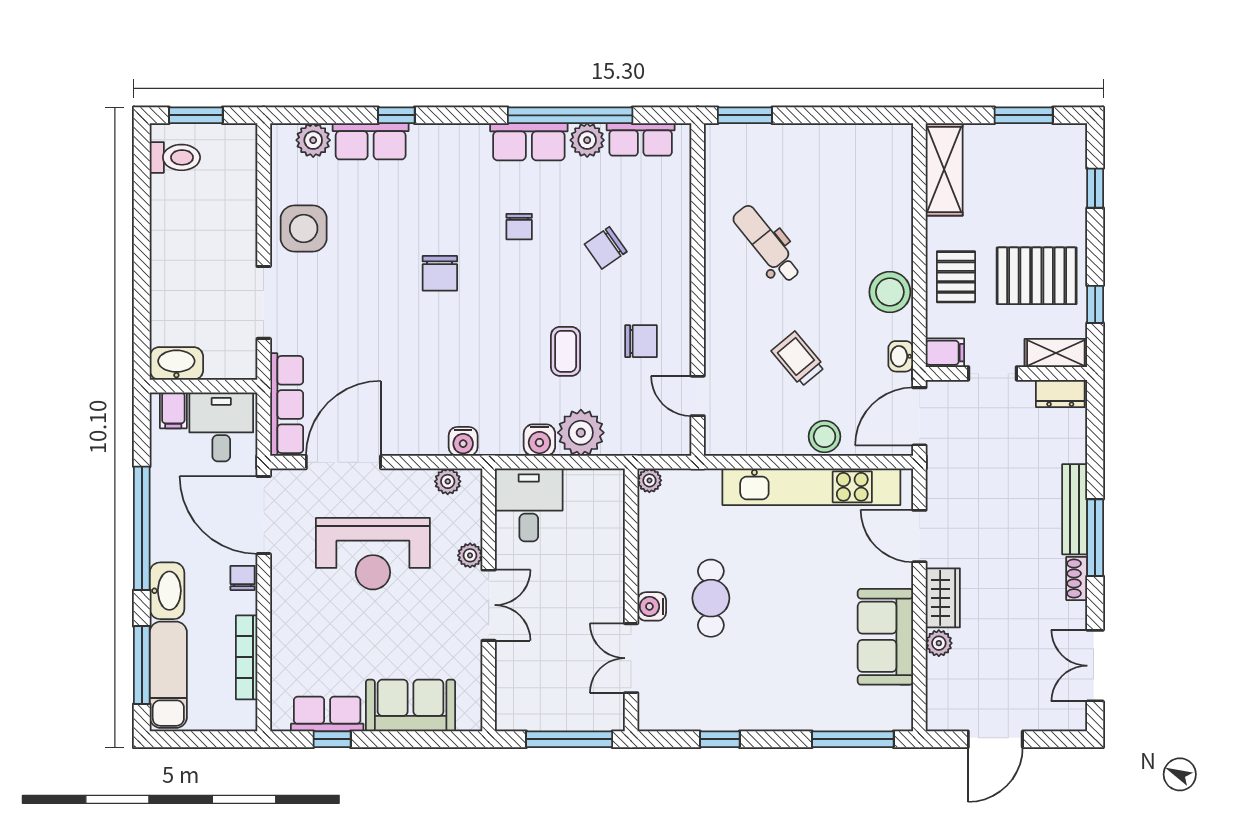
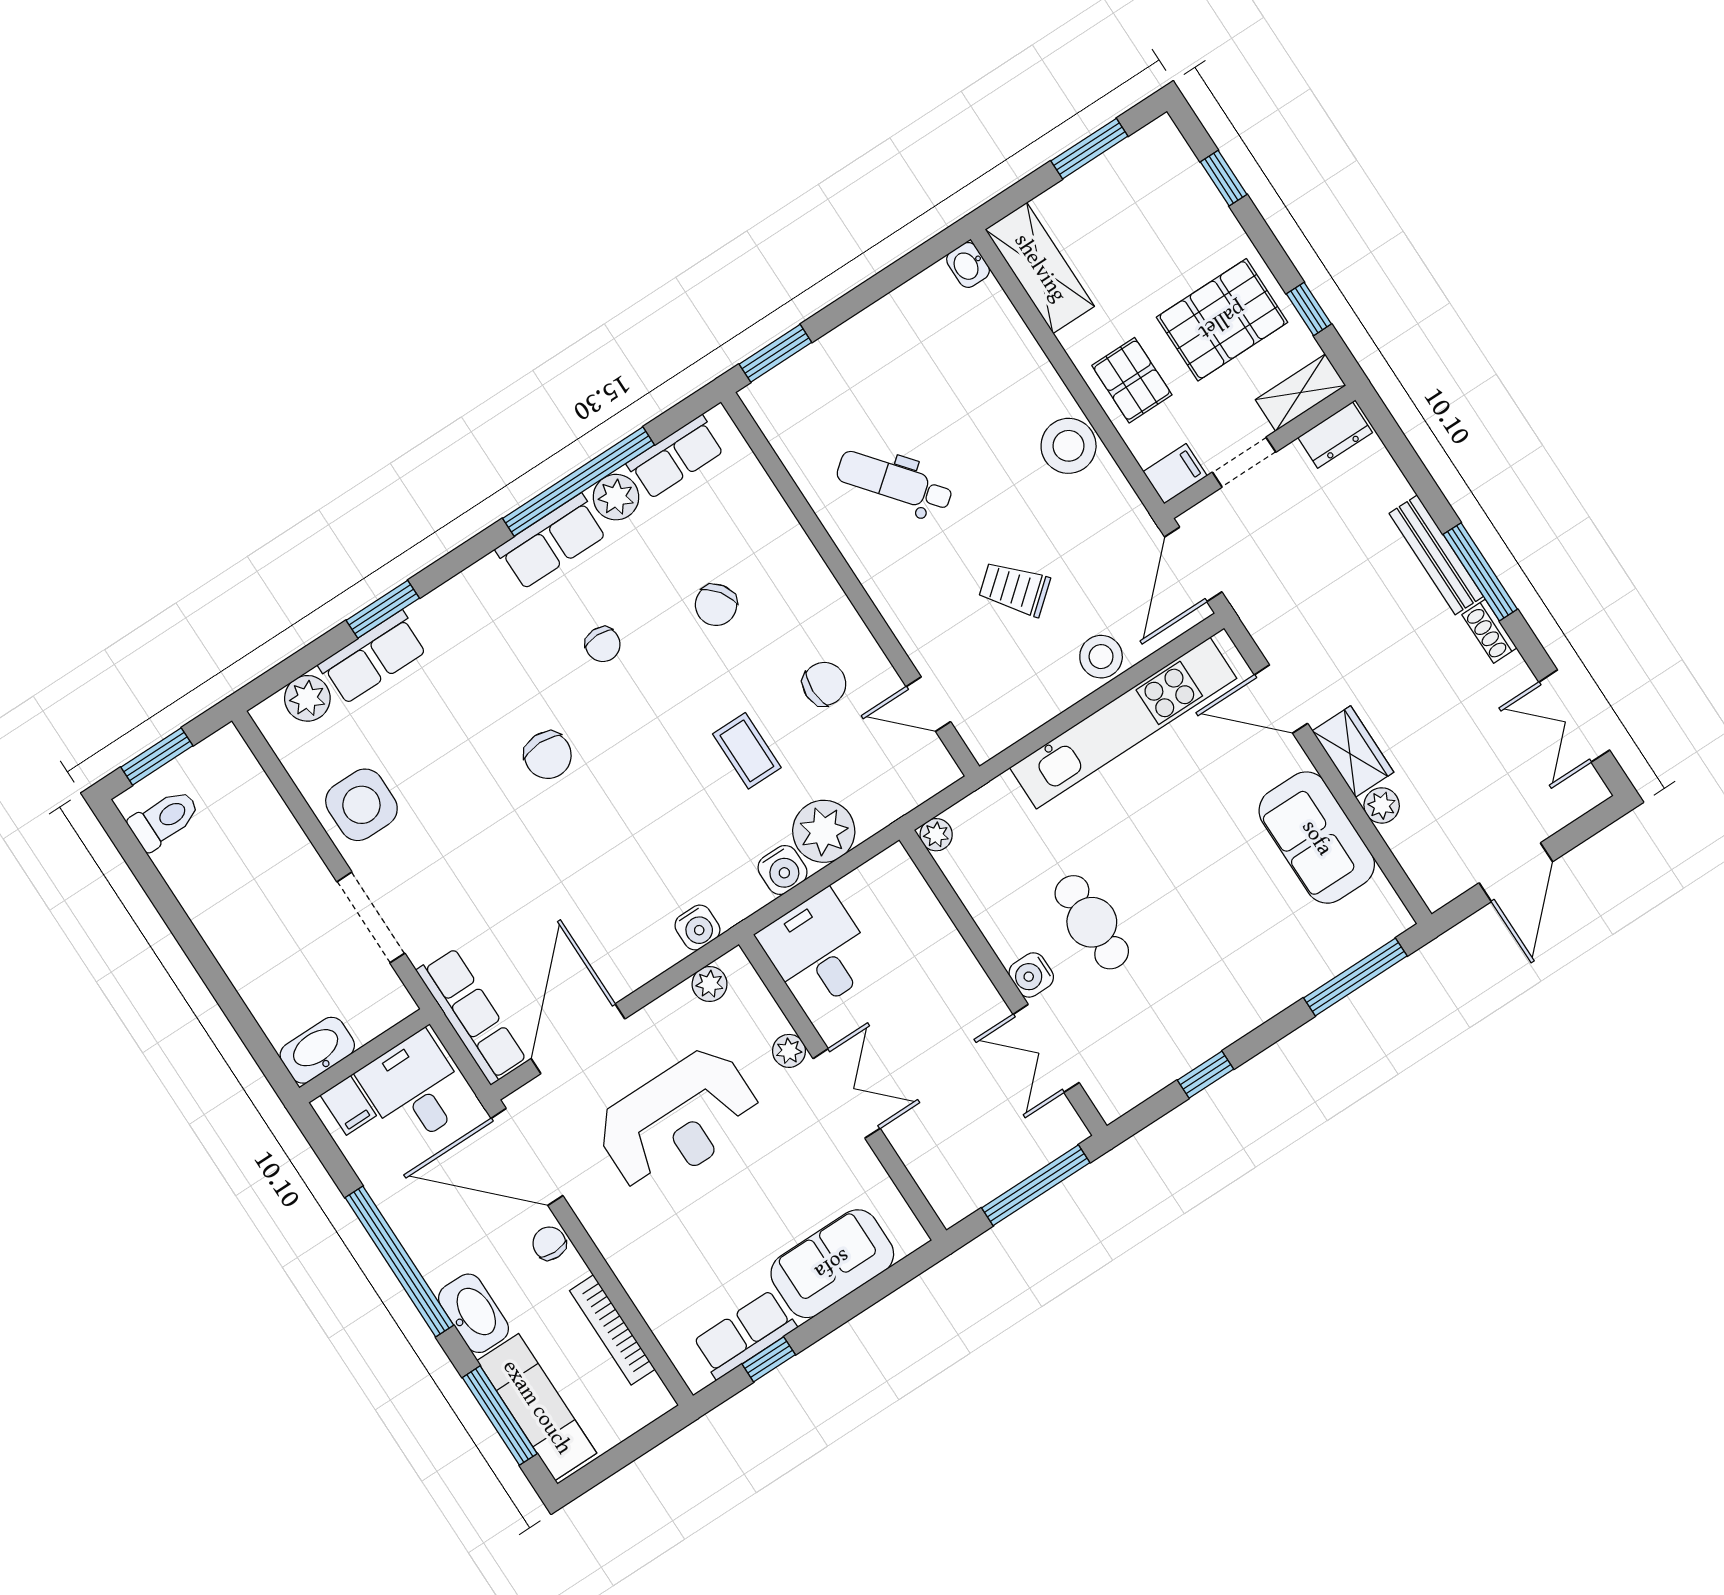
window: (396, 115) -> (383, 609), width x1.50
washbasin: (901, 356) -> (968, 265), moved

